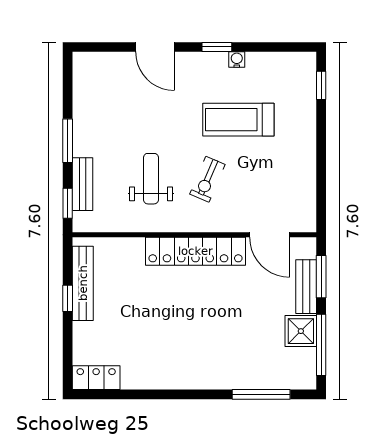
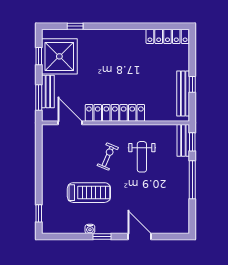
window: (68, 141) -> (192, 180), width x1.44
bench: (82, 184) -> (183, 140), moved
shower: (301, 331) -> (59, 56), width x1.86, depth x1.86
window: (321, 345) -> (39, 56), width x0.46
locker: (96, 378) -> (167, 36), width x1.53
window: (261, 394) -> (75, 26), width x0.46

